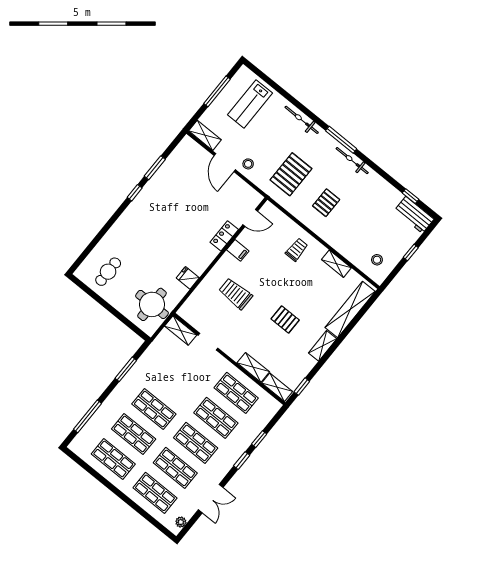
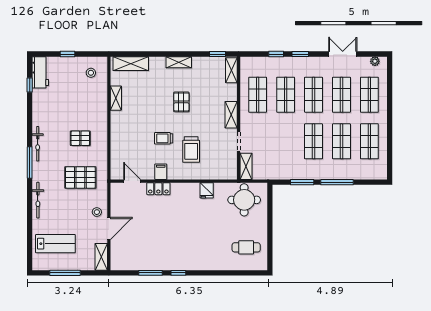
trolley: (297, 250) -> (164, 138), moved
shelving: (350, 309) -> (131, 64), width x0.68
shelving: (253, 367) -> (231, 115), moved
window: (87, 416) -> (337, 182), moved

